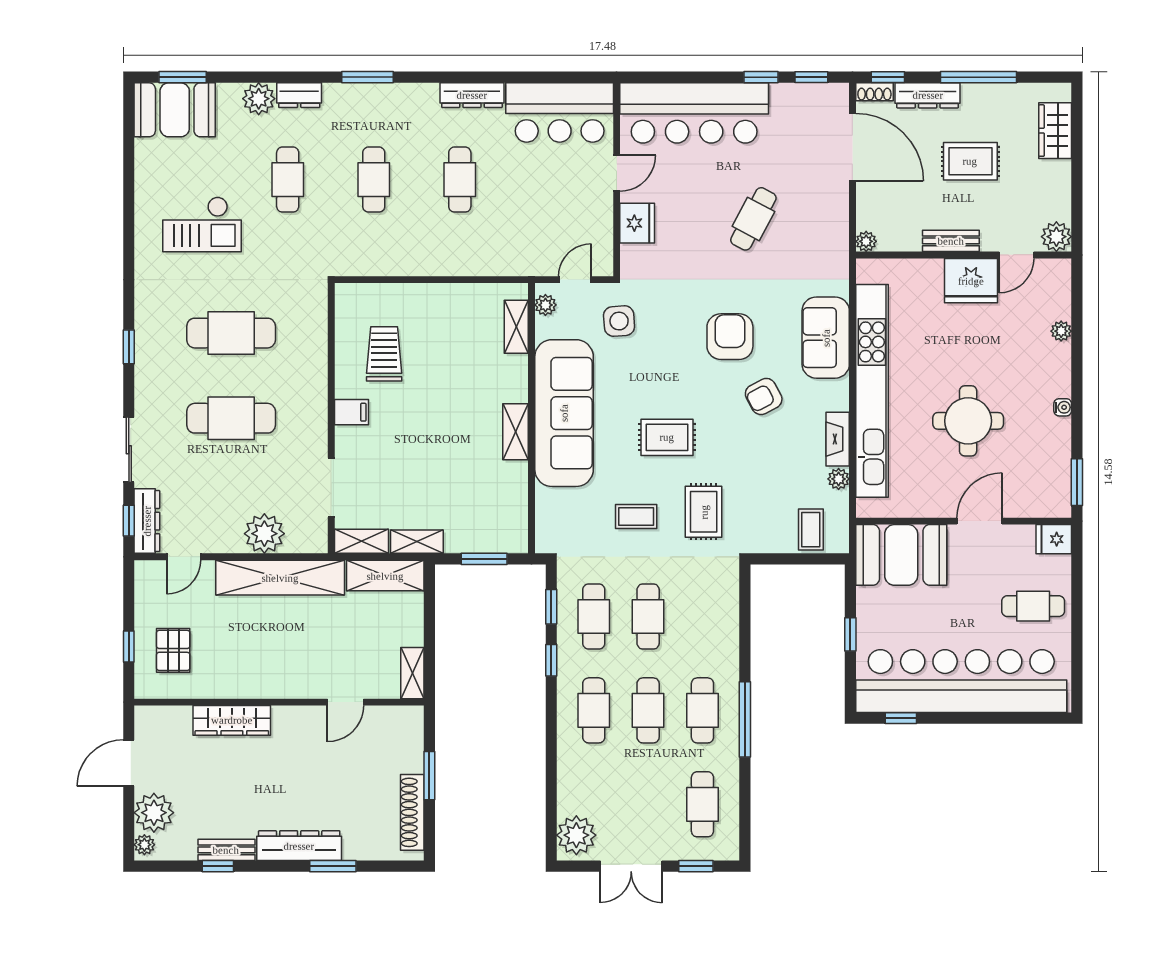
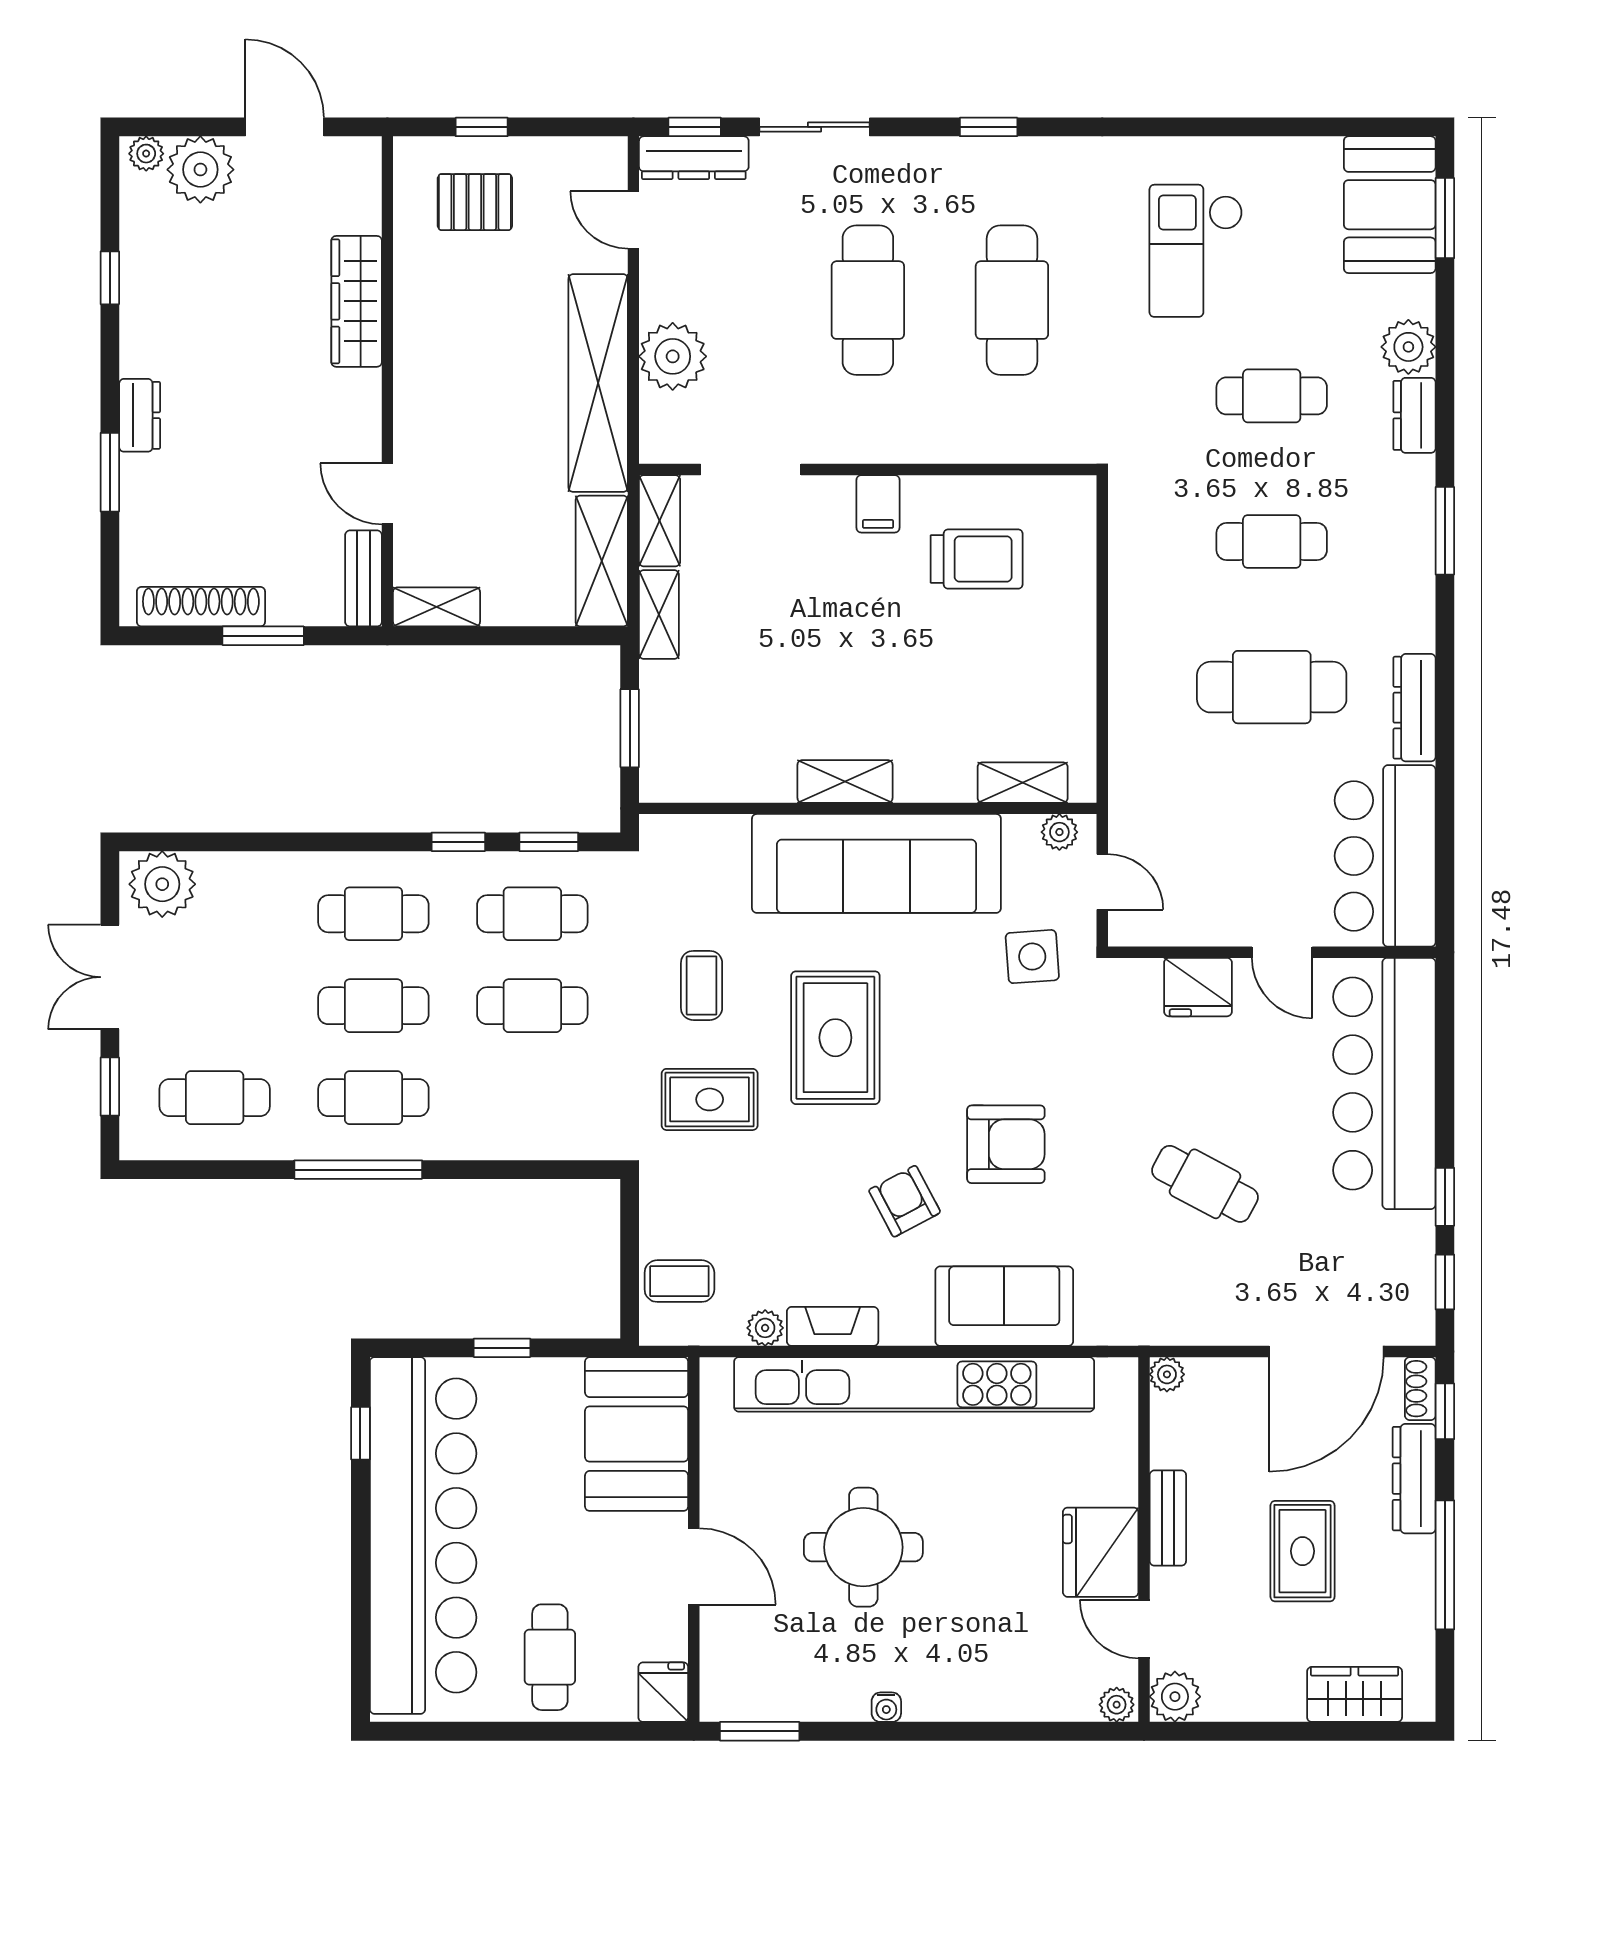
cafe table: (460, 180) -> (1272, 687), width x1.37, depth x1.35
plant: (1061, 331) -> (1117, 1705), moved
rug: (667, 437) -> (835, 1038), width x1.36, depth x1.43
dresser: (299, 846) -> (140, 415), width x0.51, depth x0.80
bench: (226, 850) -> (364, 578), moved

